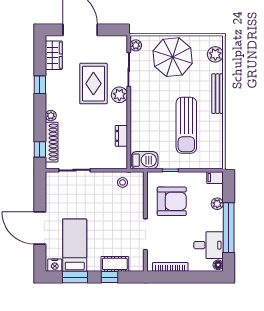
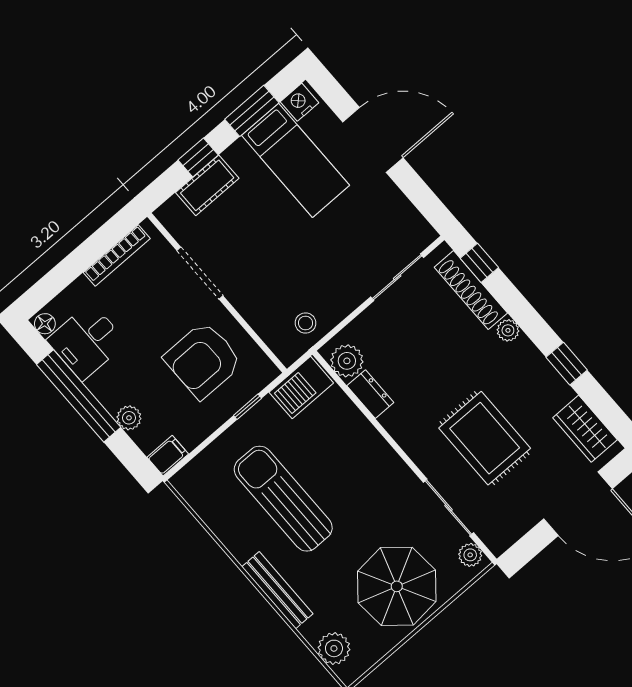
plant: (119, 95) -> (347, 361), moved

